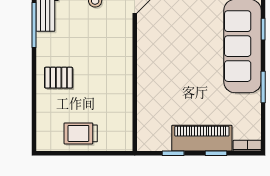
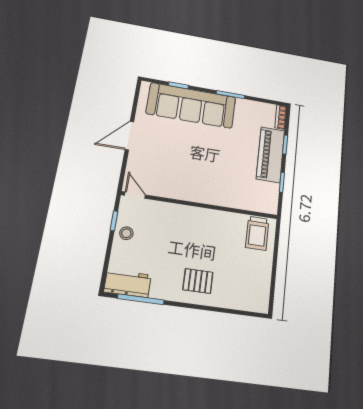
pallet: (59, 78) -> (198, 281), turned 90
trolley: (81, 133) -> (257, 233), moved

